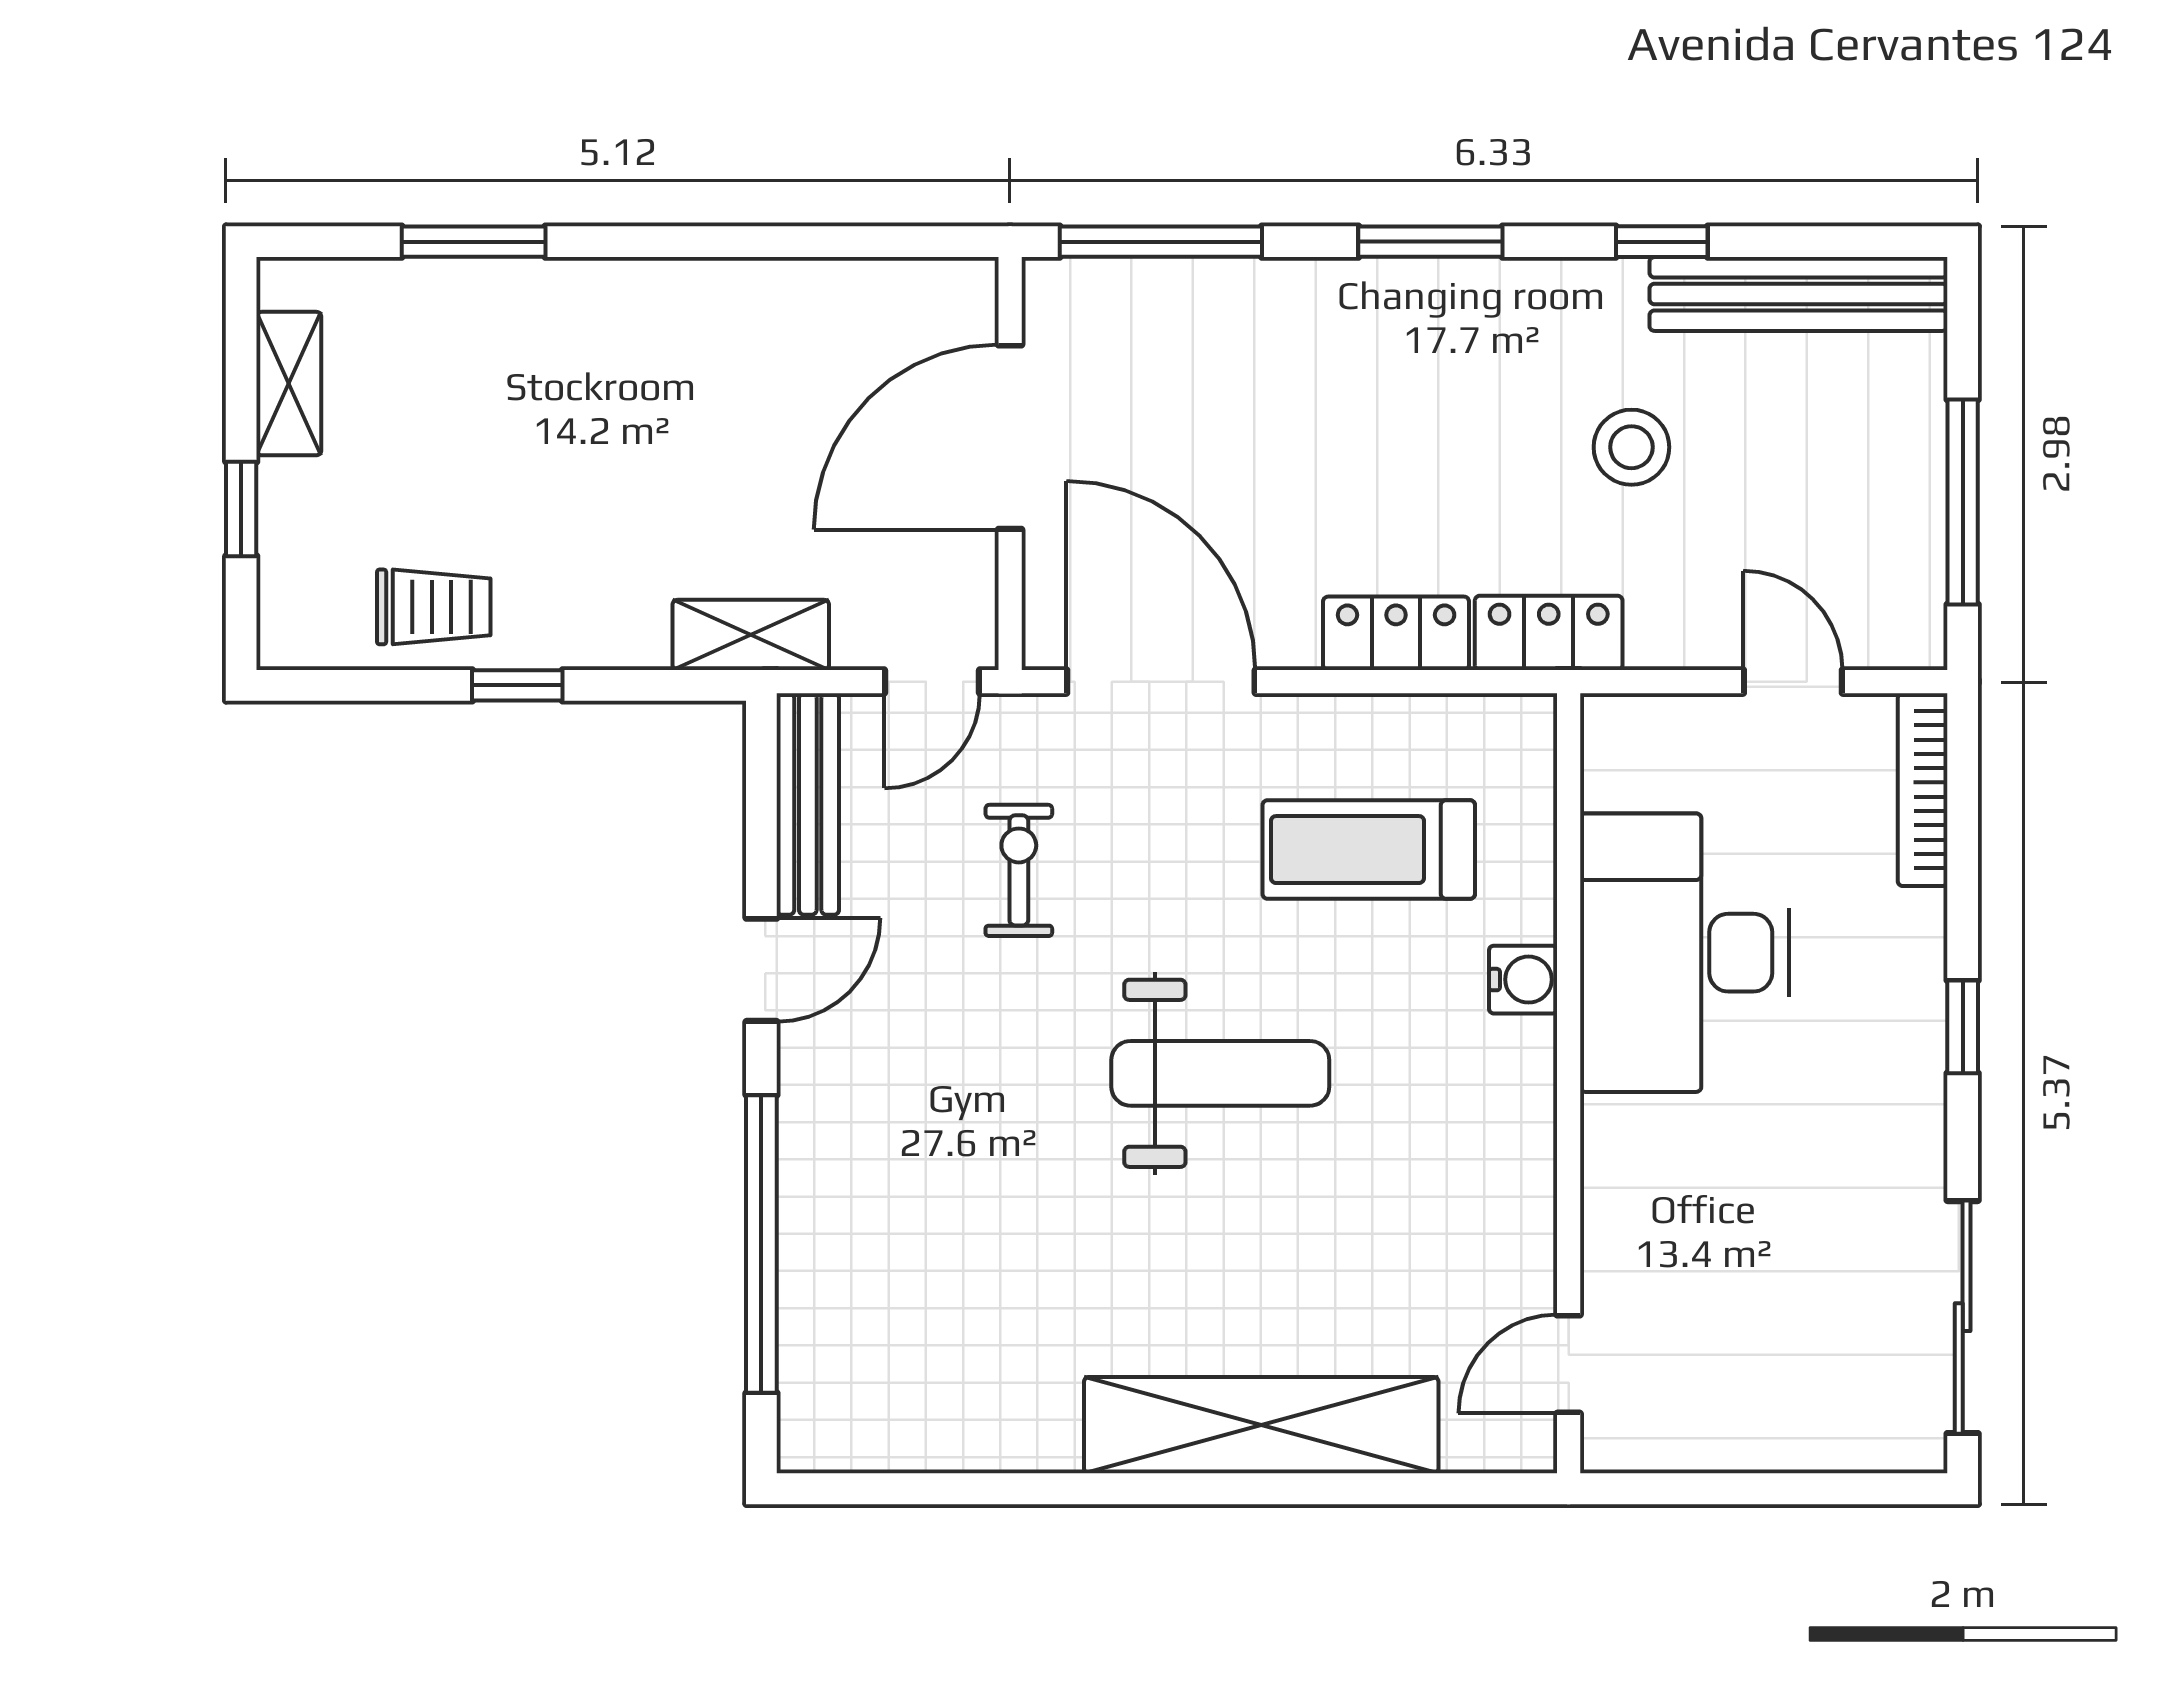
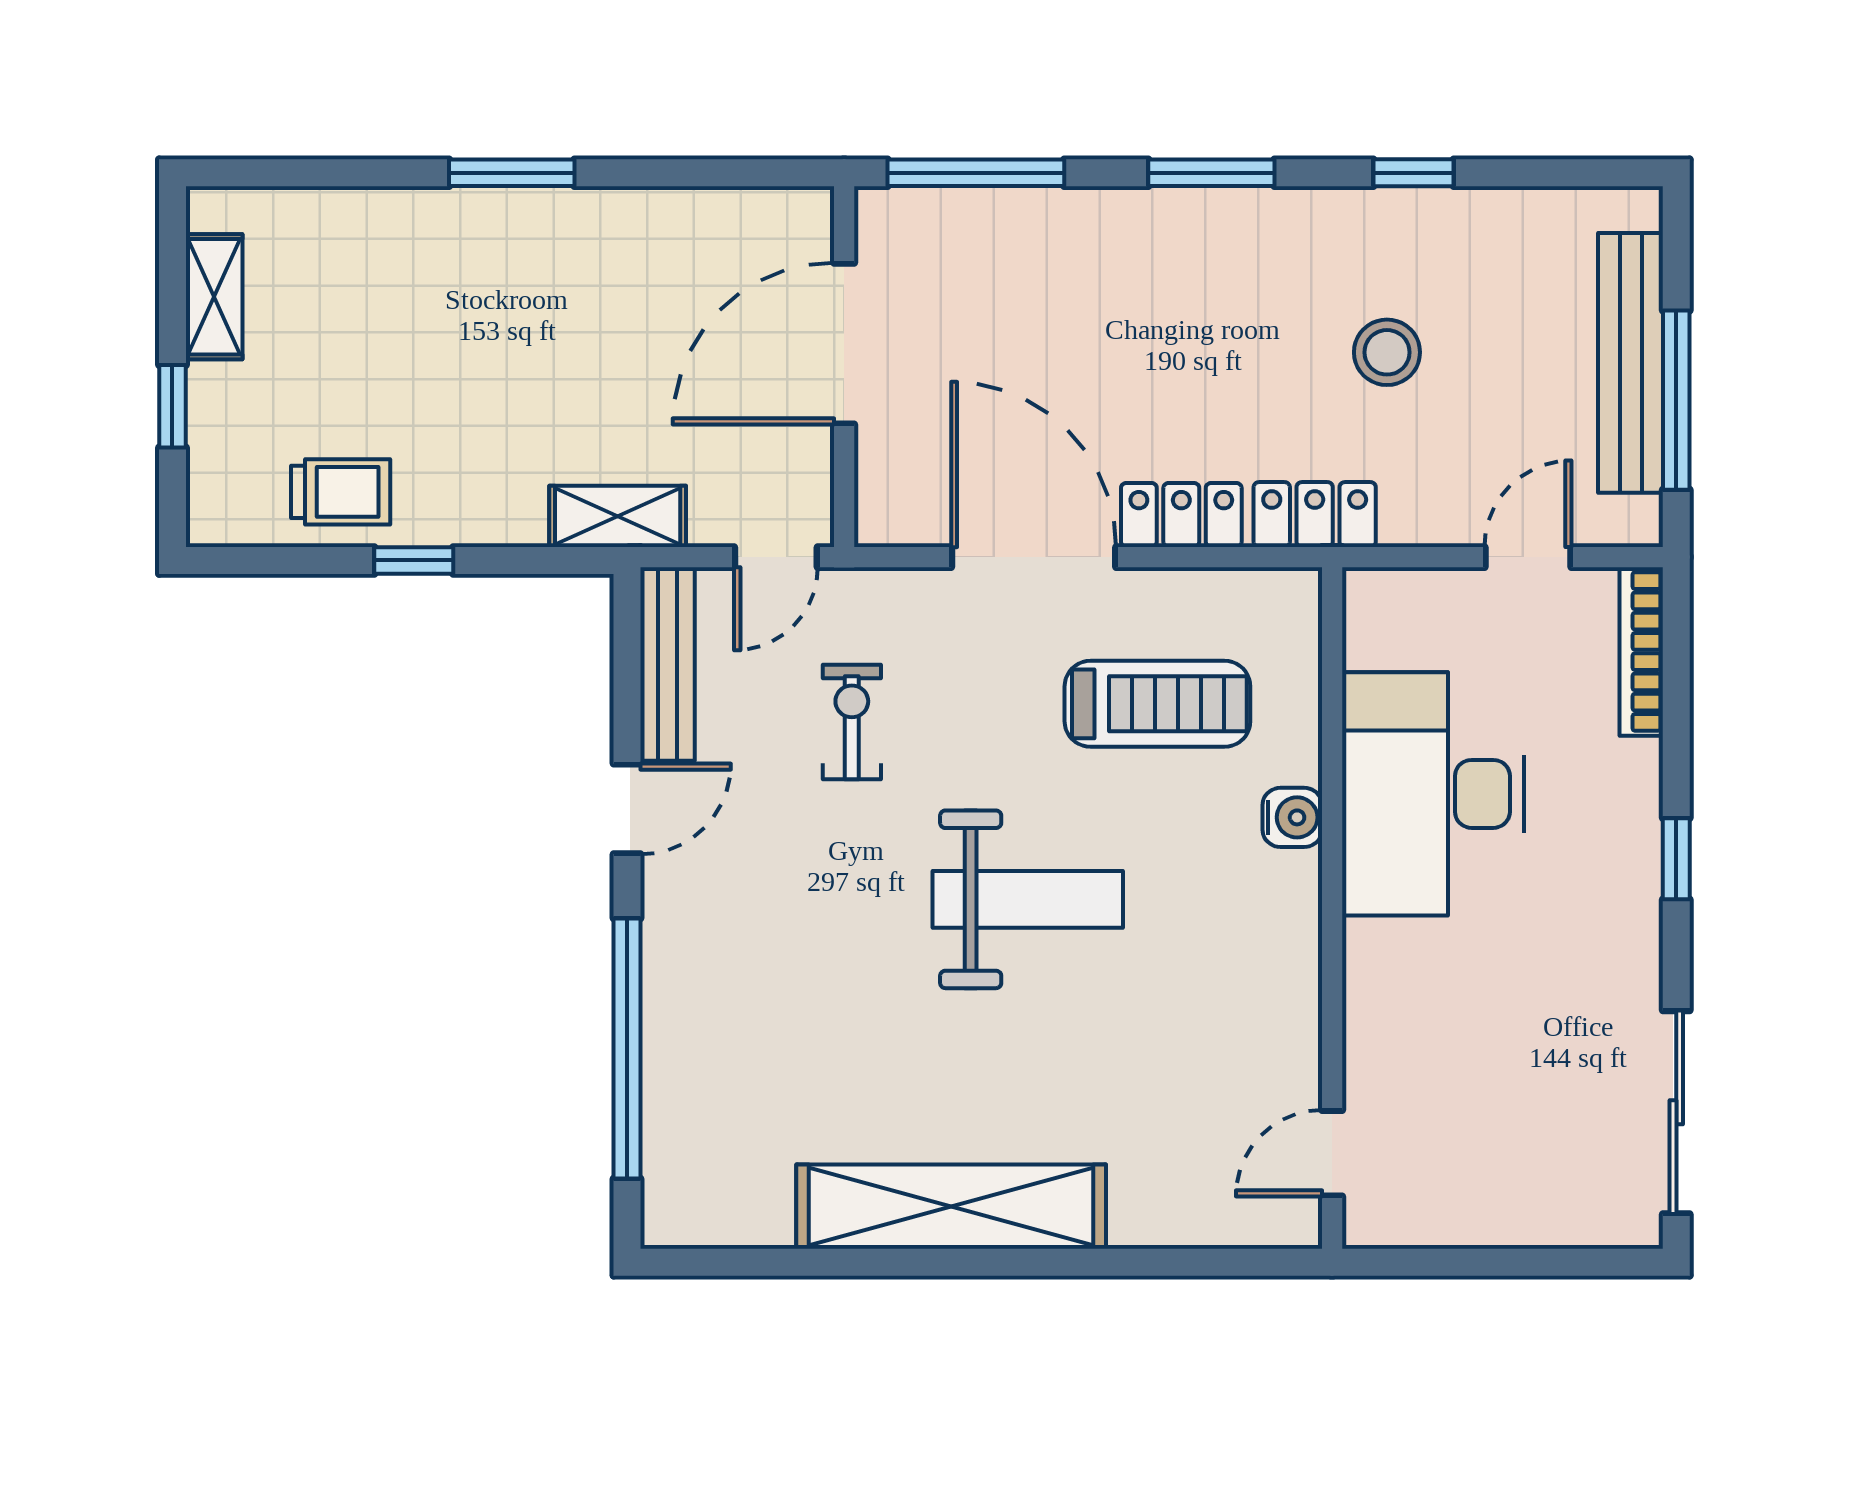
window: (474, 242) -> (512, 173), moved
bench: (1798, 294) -> (1631, 363), moved, turned 90
door: (1161, 682) -> (1034, 557), moved
door: (1793, 682) -> (1528, 557), hinge flipped
treadmill: (1369, 850) -> (1157, 704), turned 180
shelving: (1261, 1425) -> (951, 1207), moved

